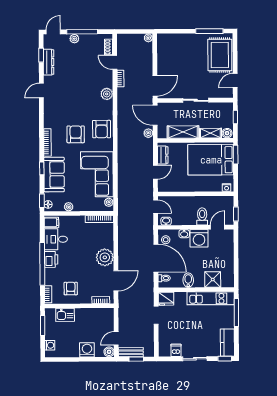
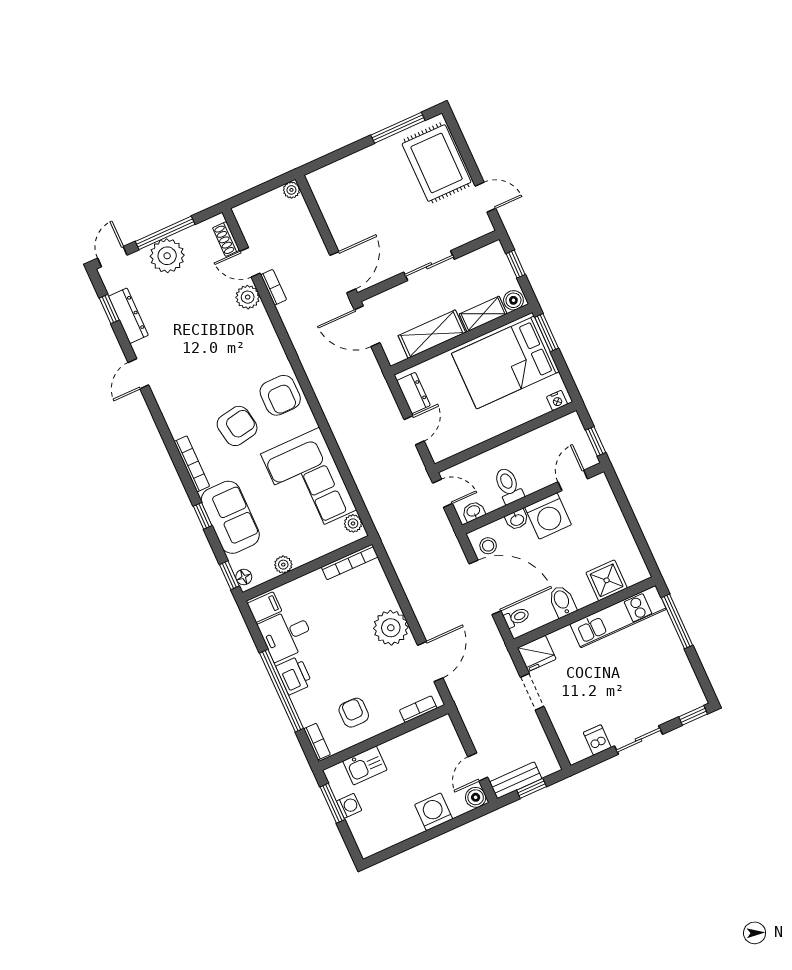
plant: (74, 39) -> (167, 256), width x1.87, depth x1.87
door: (235, 80) -> (485, 197), swing flipped
plant: (107, 94) -> (248, 297), moved
plant: (148, 133) -> (369, 365), removed
armchair: (76, 134) -> (237, 426), turned 80
toilet: (202, 216) -> (508, 486), moved
kitchen counter: (227, 343) -> (685, 684), removed
washing machine: (50, 345) -> (349, 806), moved

